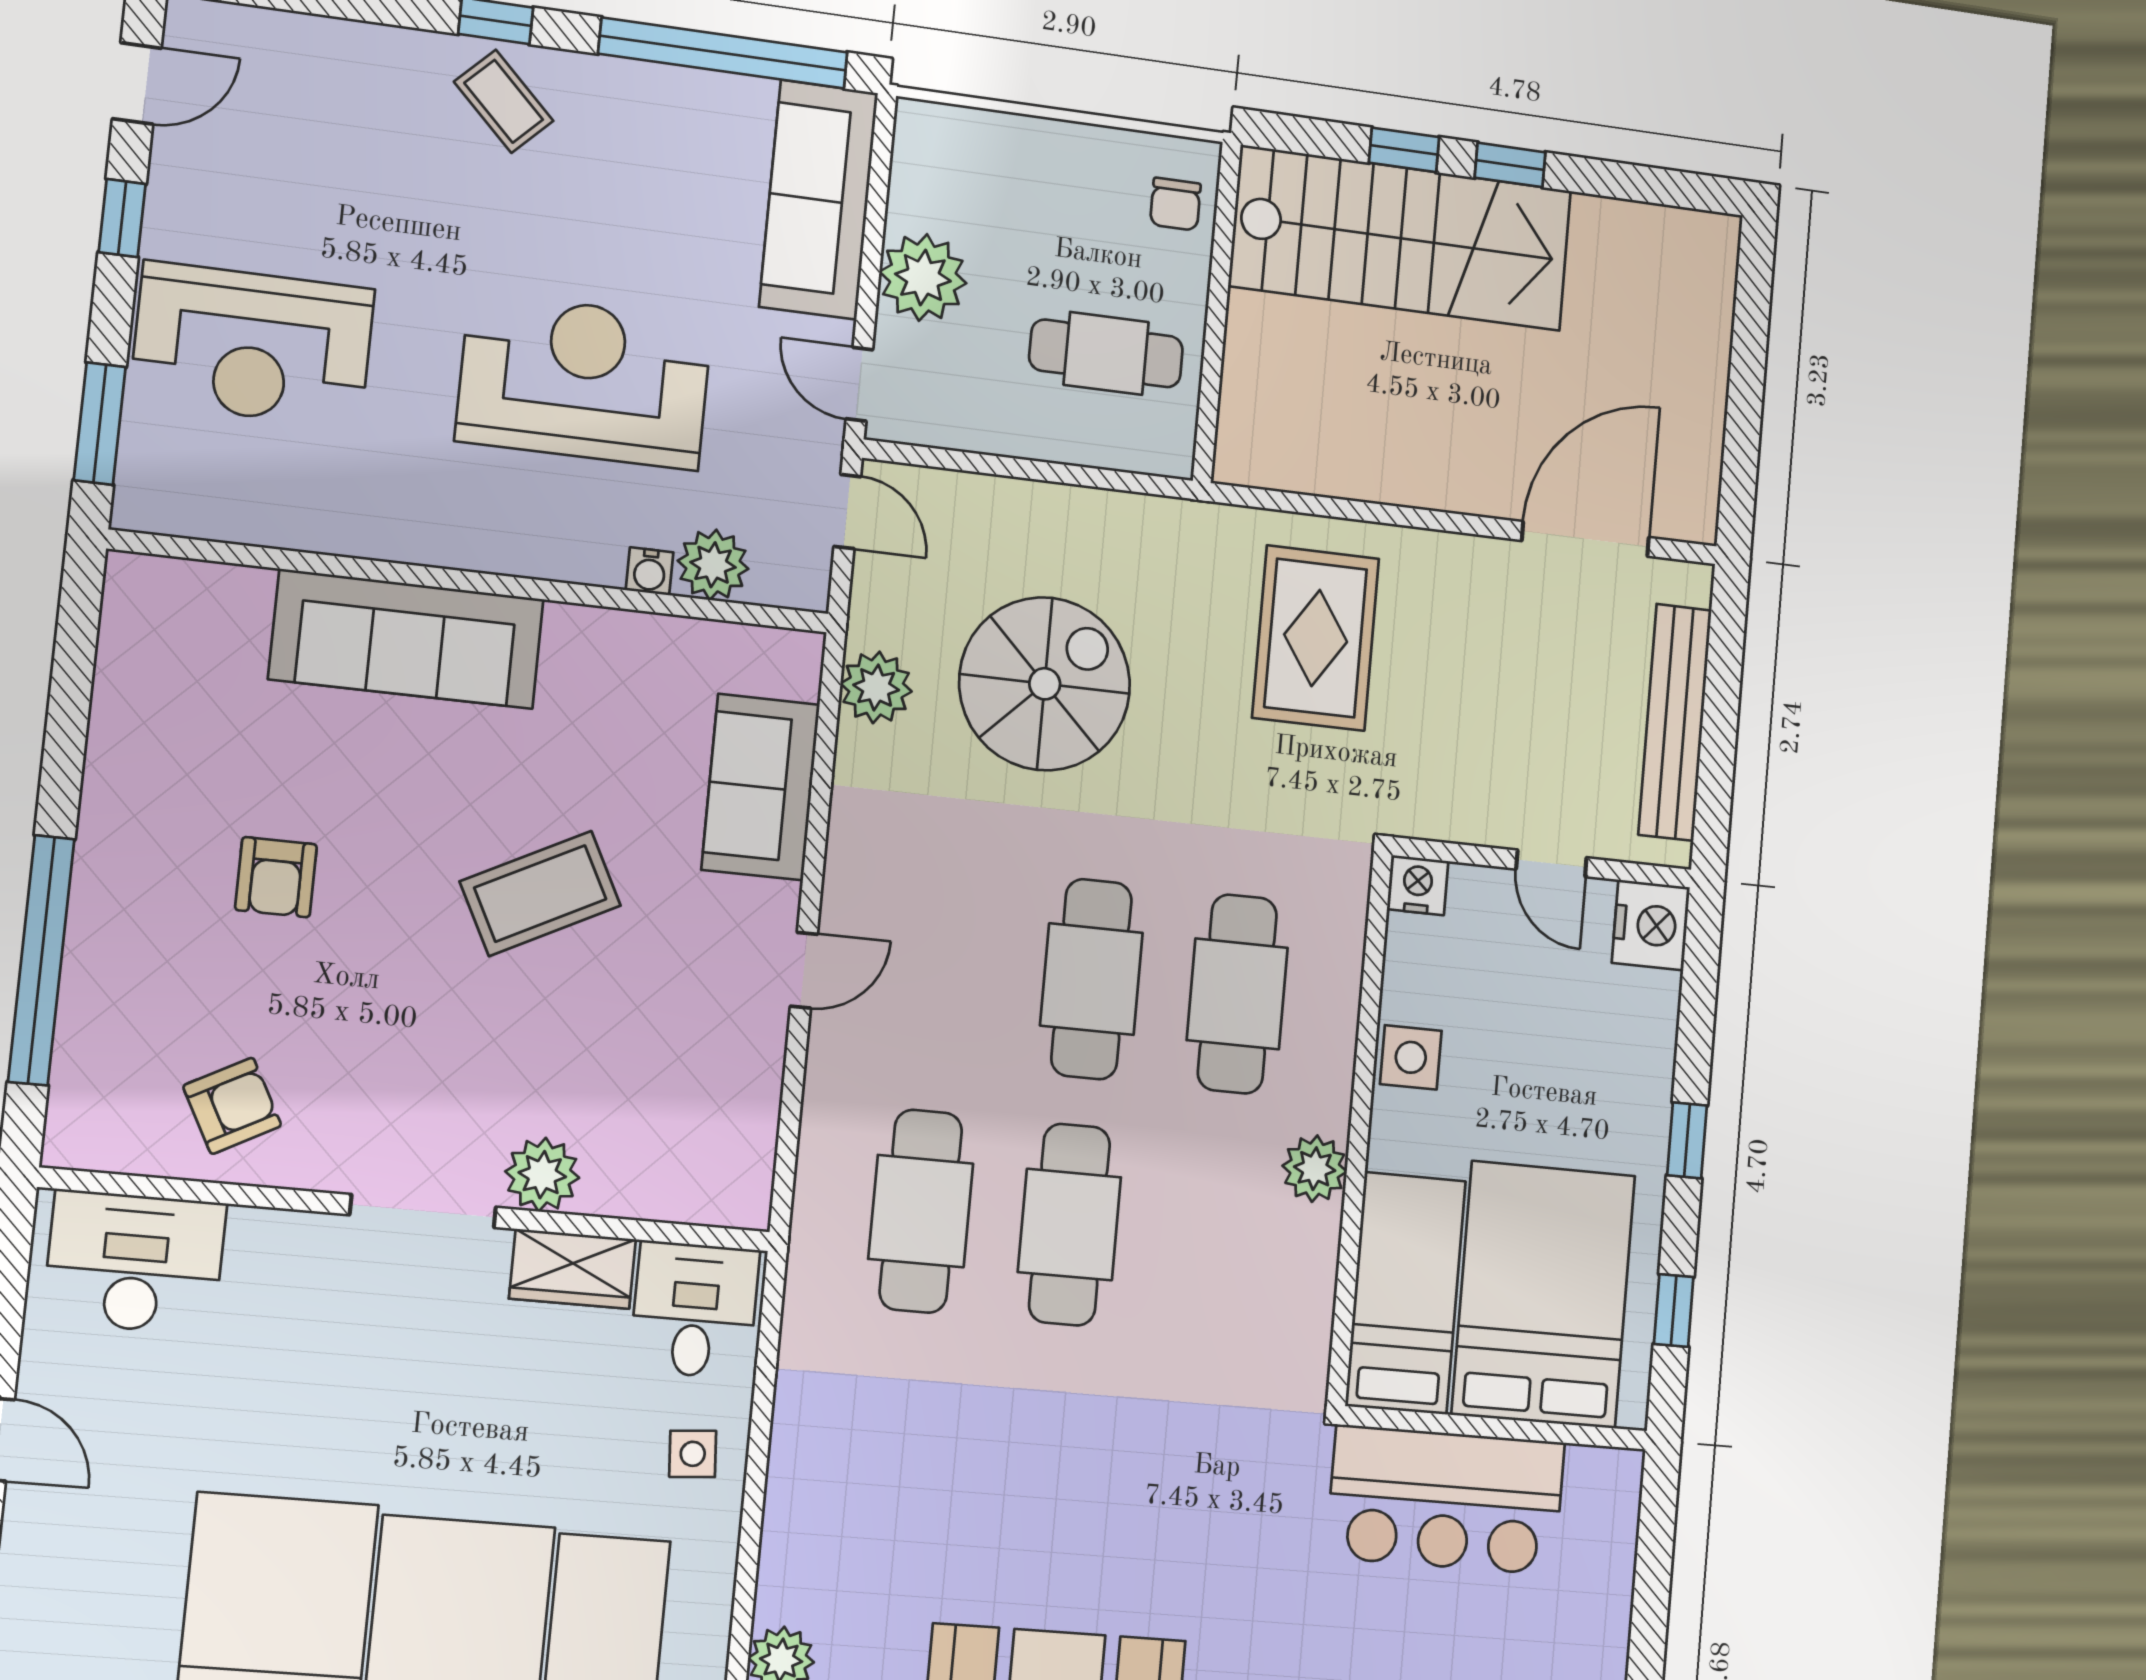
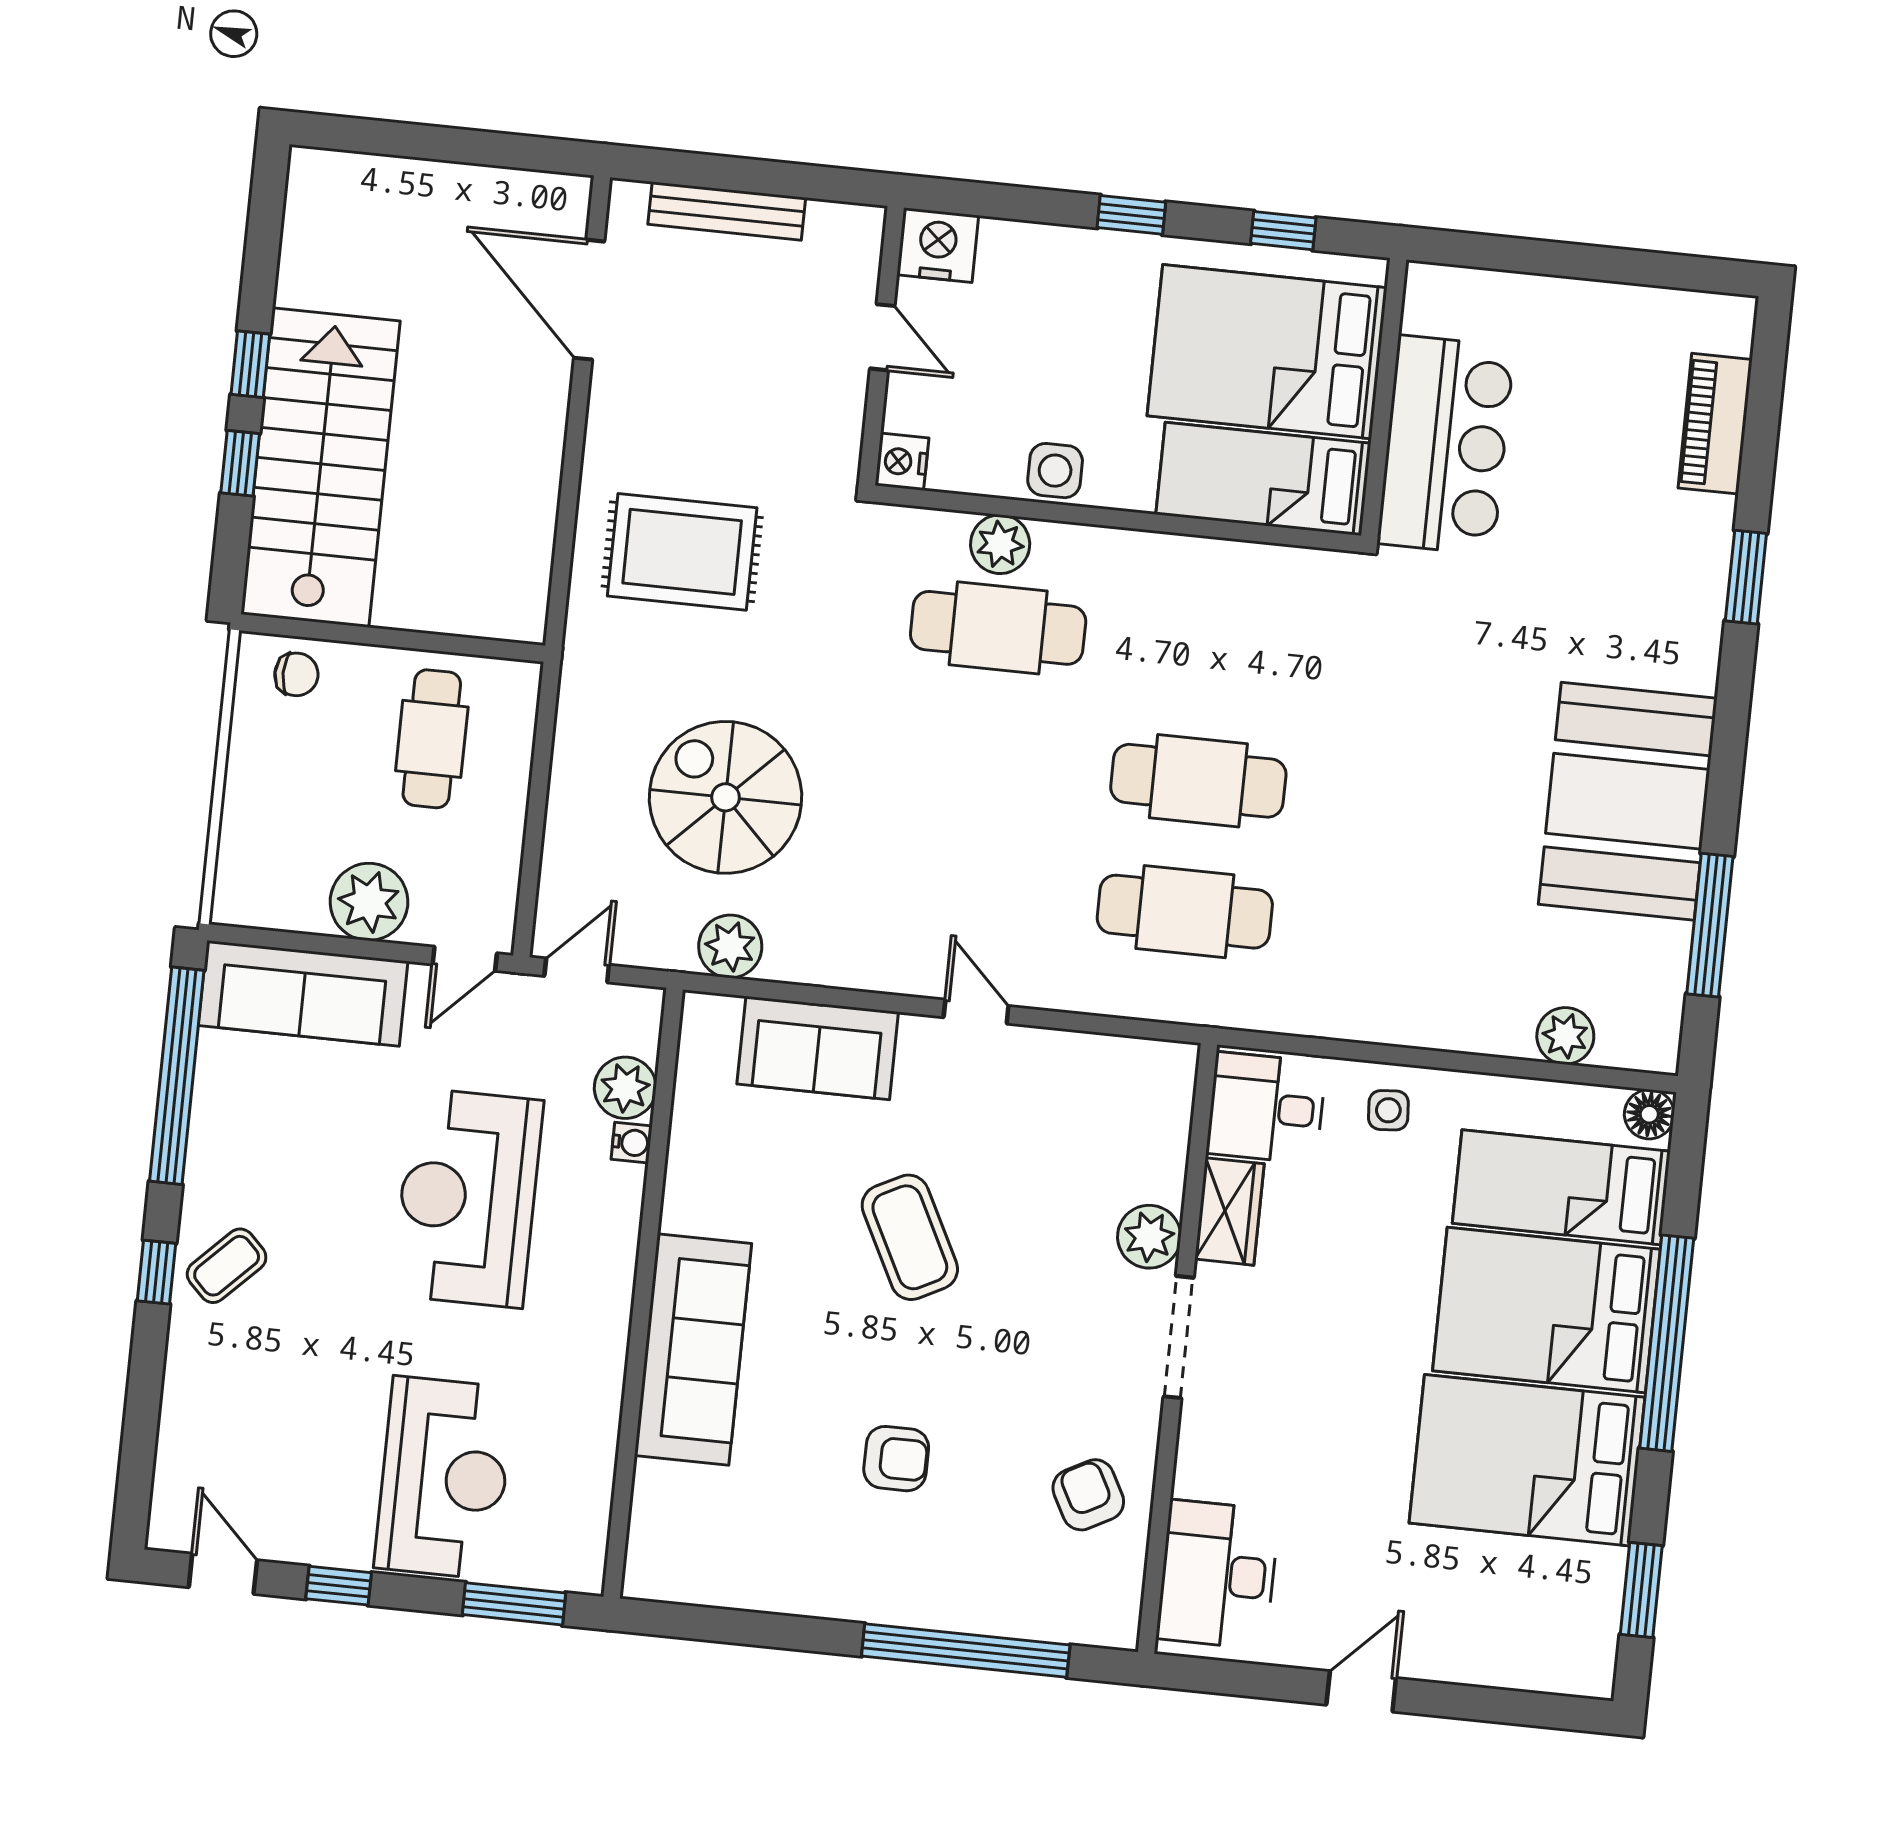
bench: (1675, 722) -> (727, 211), width x0.73, depth x0.82
door: (1551, 863) -> (882, 337), hinge flipped
cafe table: (1091, 979) -> (985, 759), removed
plant: (1315, 1169) -> (1000, 544), moved

